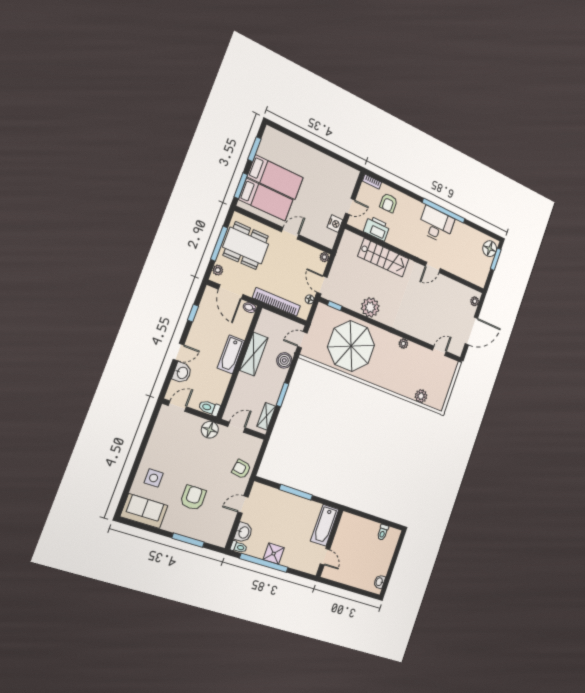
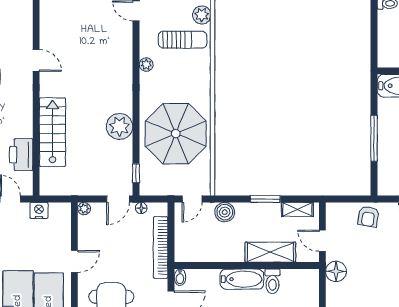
door: (290, 233) -> (74, 261), swing flipped
door: (302, 340) -> (192, 199), hinge flipped
shelving: (254, 354) -> (270, 252), moved
sun lounger: (410, 376) -> (183, 40), added
toilet: (209, 408) -> (272, 281), moved

